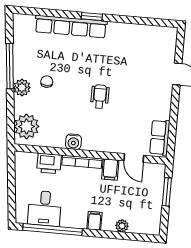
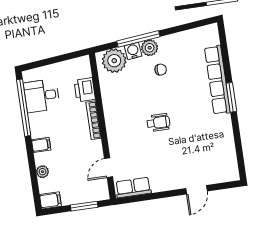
window: (92, 17) -> (231, 97), width x1.50
window: (10, 66) -> (138, 39), moved
water cooler: (73, 142) -> (133, 51), moved, turned 84
filing cabinet: (110, 170) -> (50, 200), moved, turned 180

